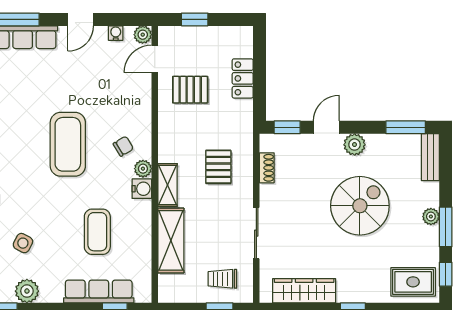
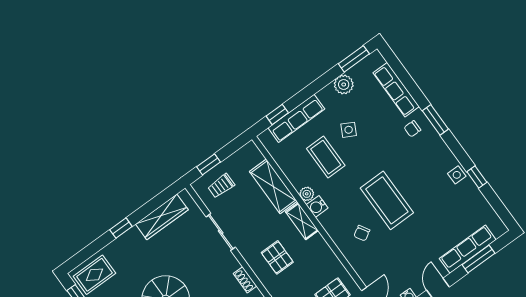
chair: (123, 146) -> (362, 233), moved
plant: (143, 169) -> (307, 194), moved
side table: (23, 243) -> (349, 130), moved
trolley: (222, 279) -> (221, 186), turned 180

